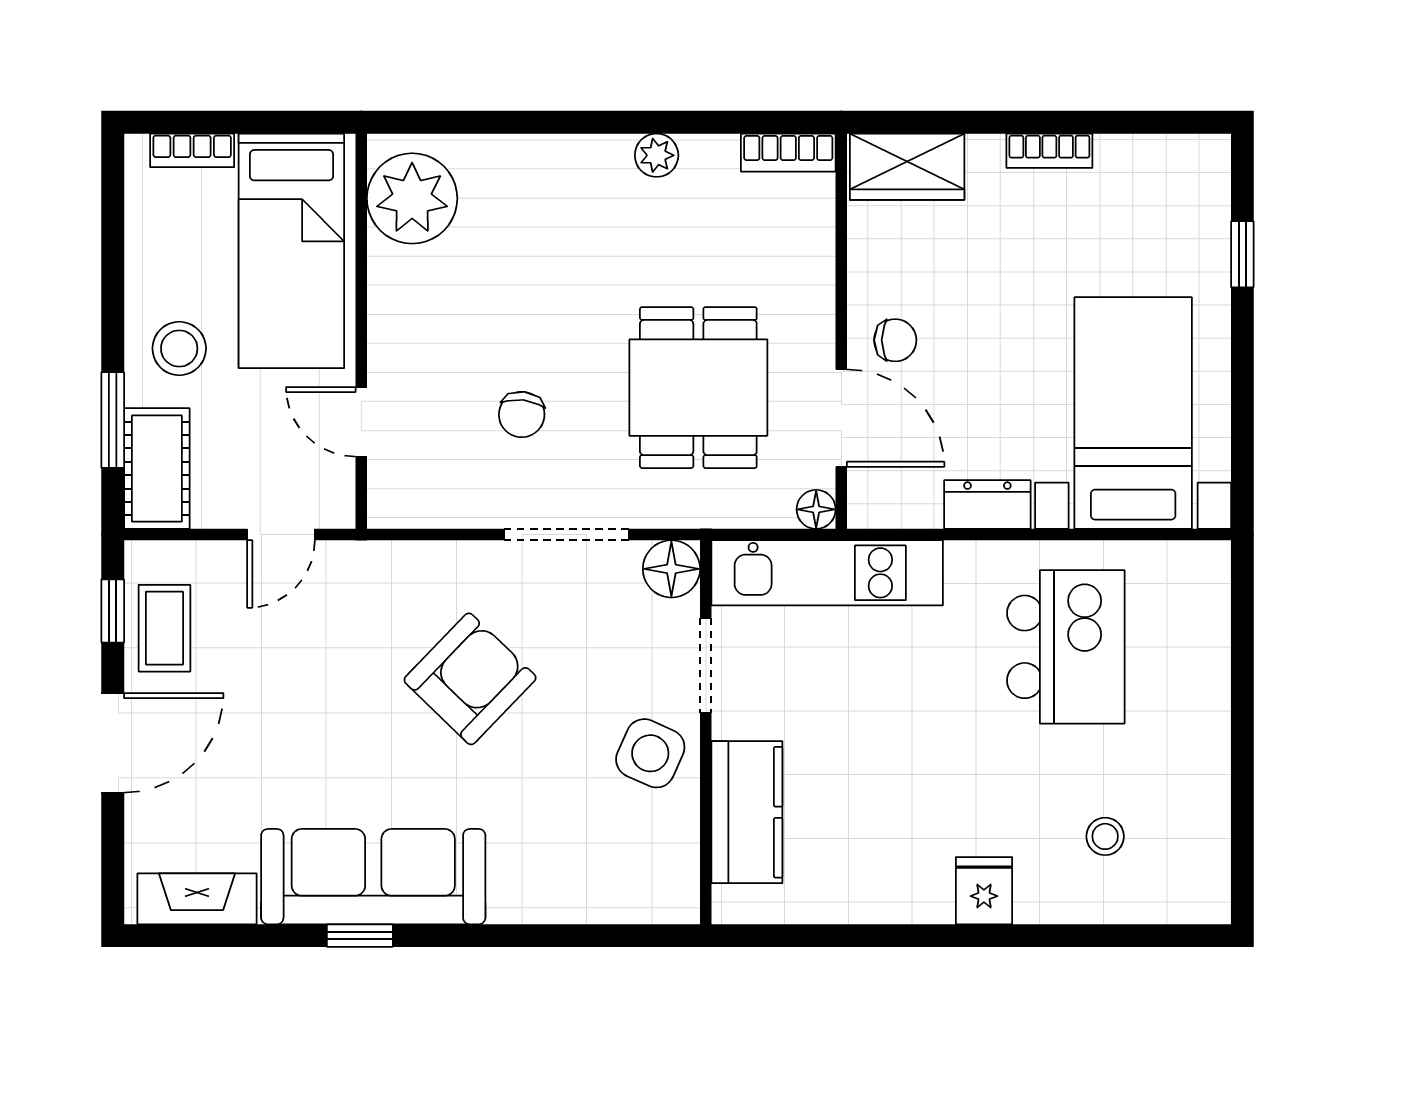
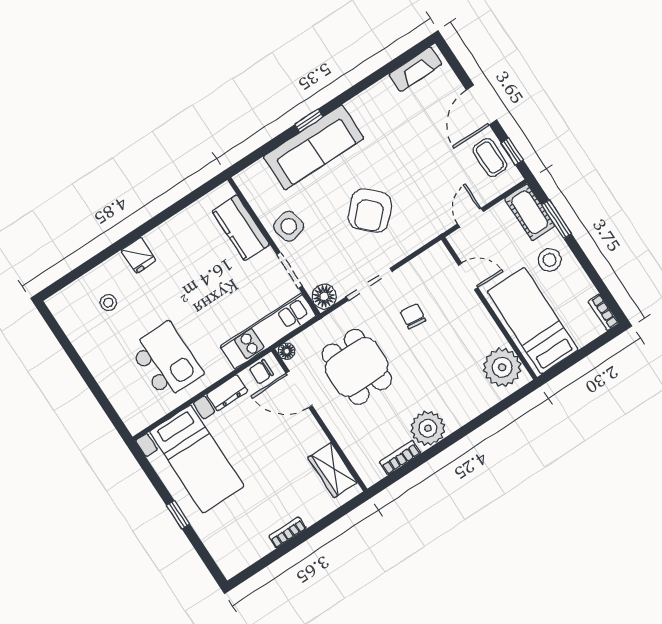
bookcase: (192, 150) -> (603, 312), moved, turned -90
bookcase: (788, 153) -> (400, 458), moved
plant: (657, 155) -> (428, 428), width x1.88, depth x1.88
wardrobe: (907, 167) -> (332, 470), moved, turned -90
window: (1242, 254) -> (178, 515), moved
chair: (895, 340) -> (261, 372), moved
kitchen island: (1066, 647) -> (166, 361), turned 180
side table: (650, 753) -> (289, 226), turned -37
sofa: (373, 877) -> (314, 147), moved
window: (360, 936) -> (309, 121), moved

